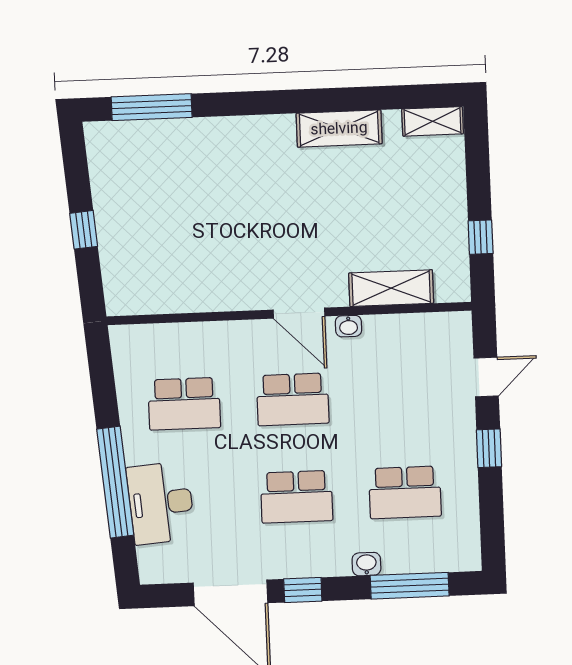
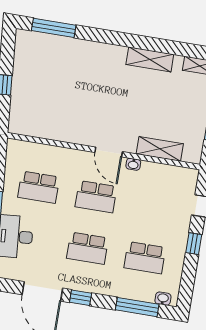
washbasin: (366, 564) -> (163, 299), moved

